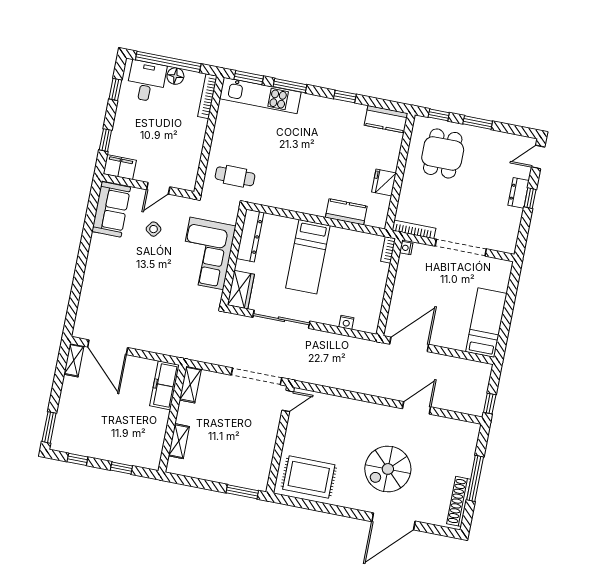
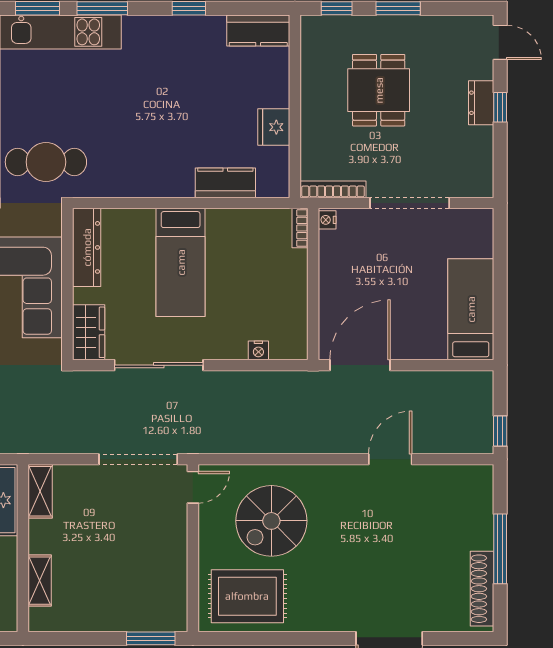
dining table: (443, 153) -> (379, 90), moved
door: (538, 157) -> (500, 42), swing flipped
cafe table: (235, 176) -> (46, 162), width x1.37, depth x1.35
spiral stairs: (388, 469) -> (271, 521), moved

